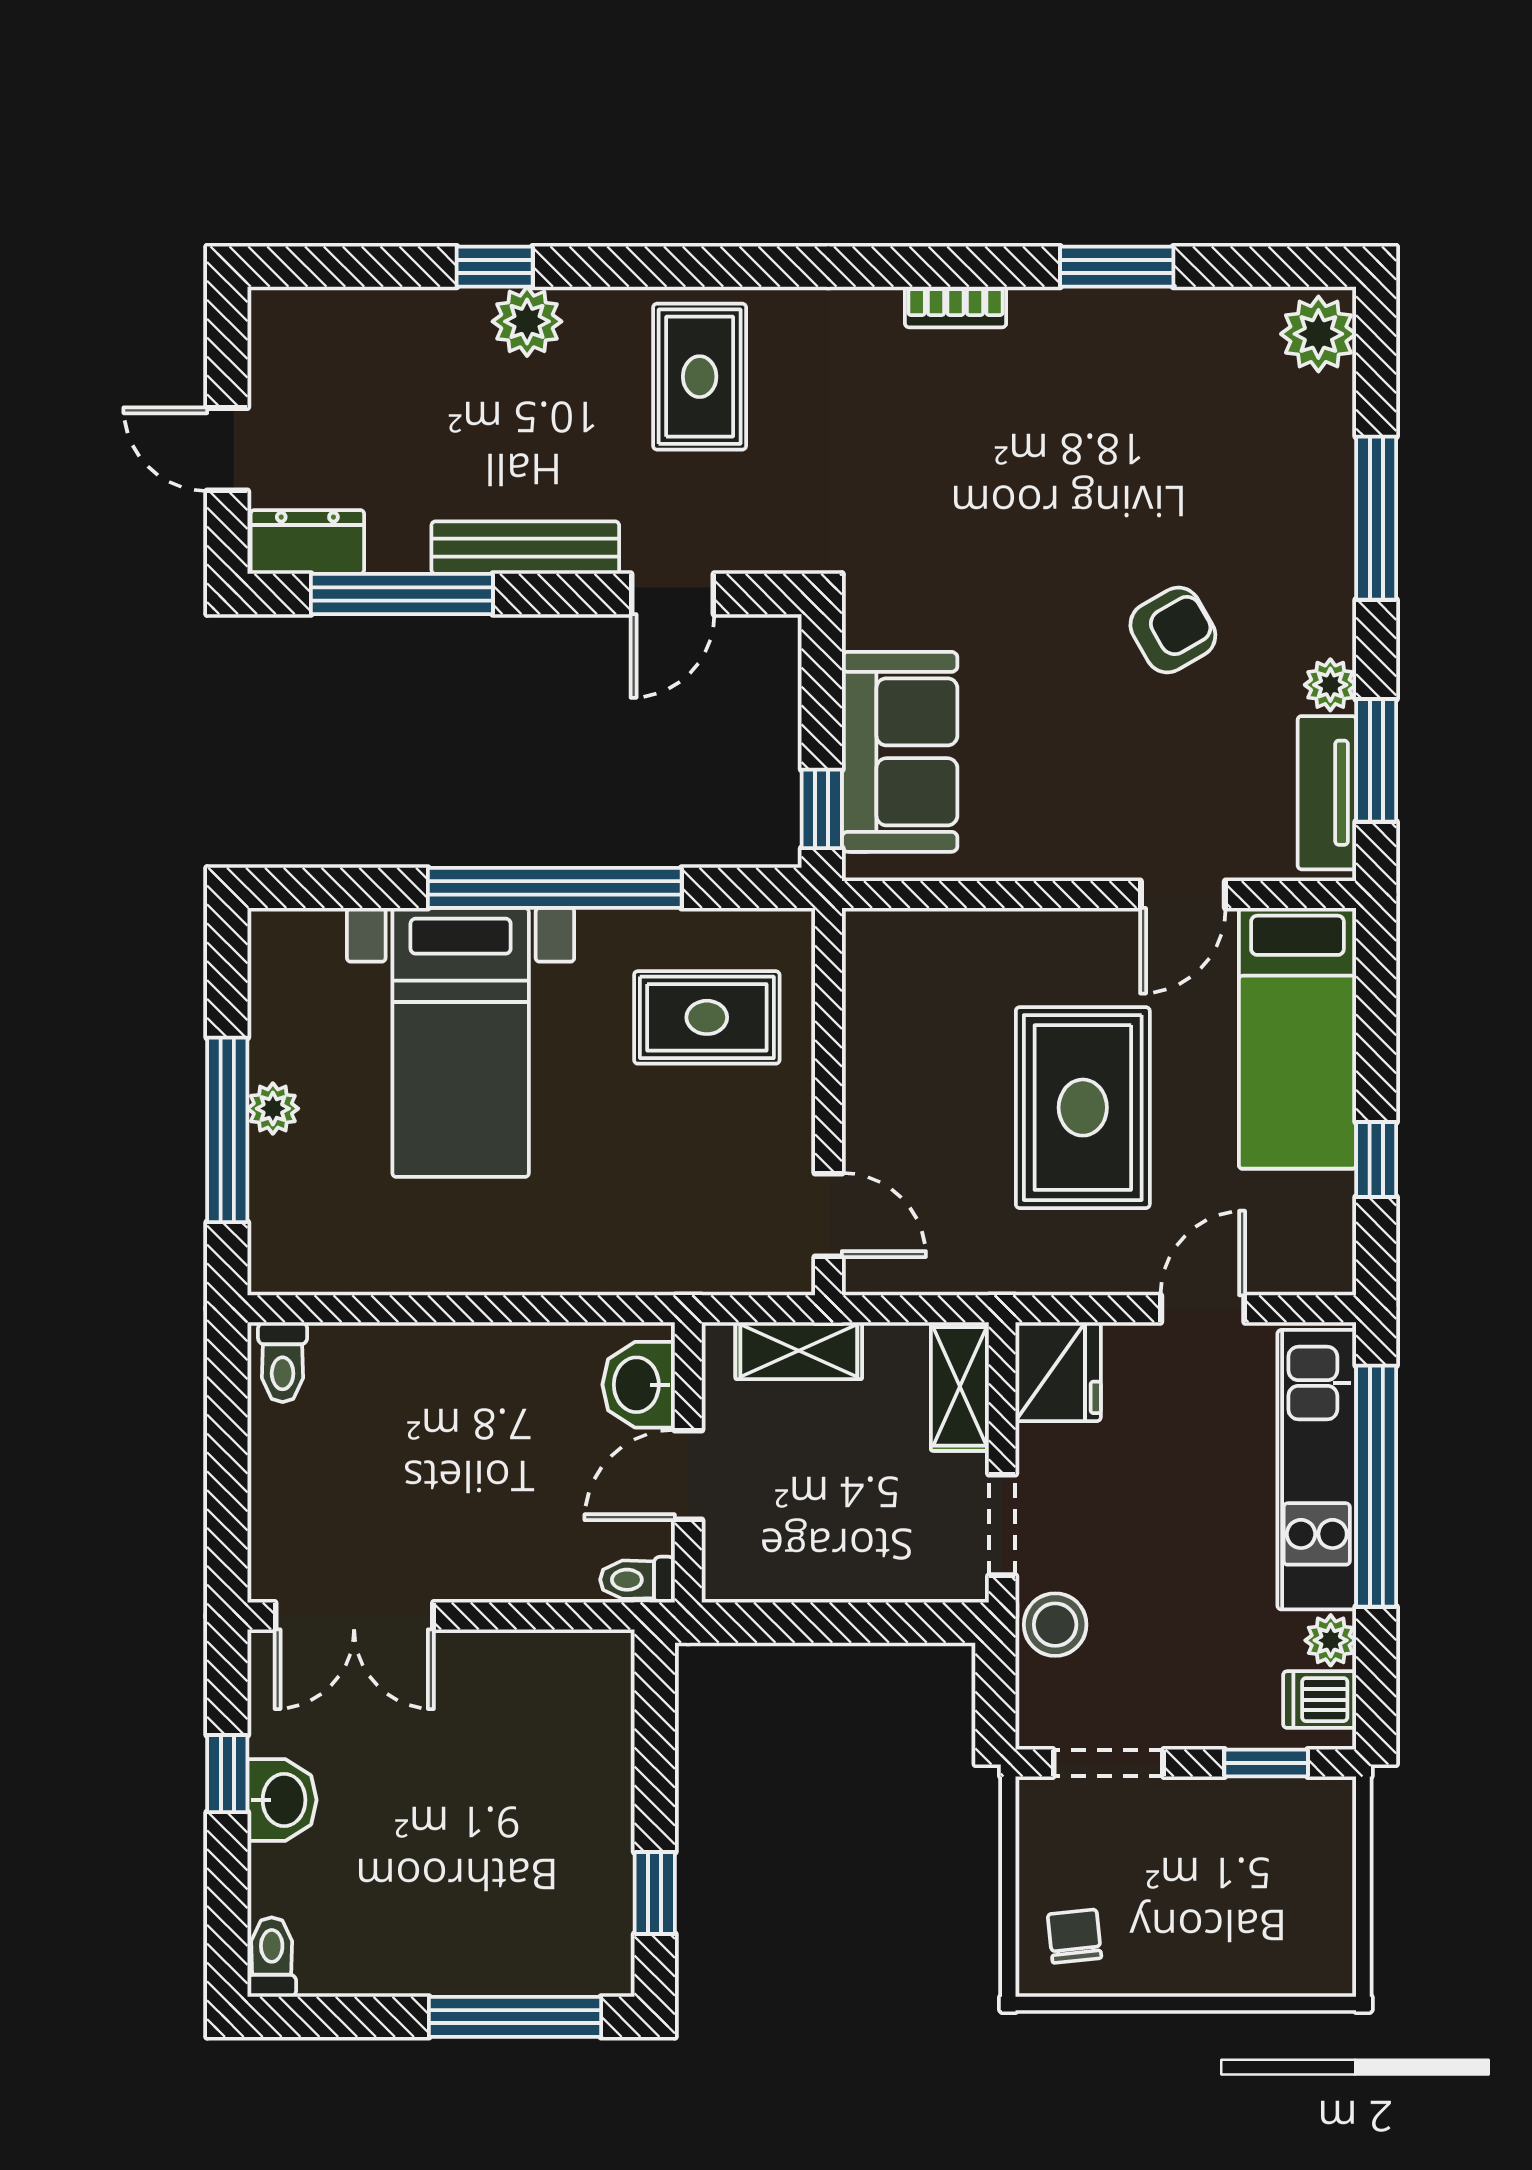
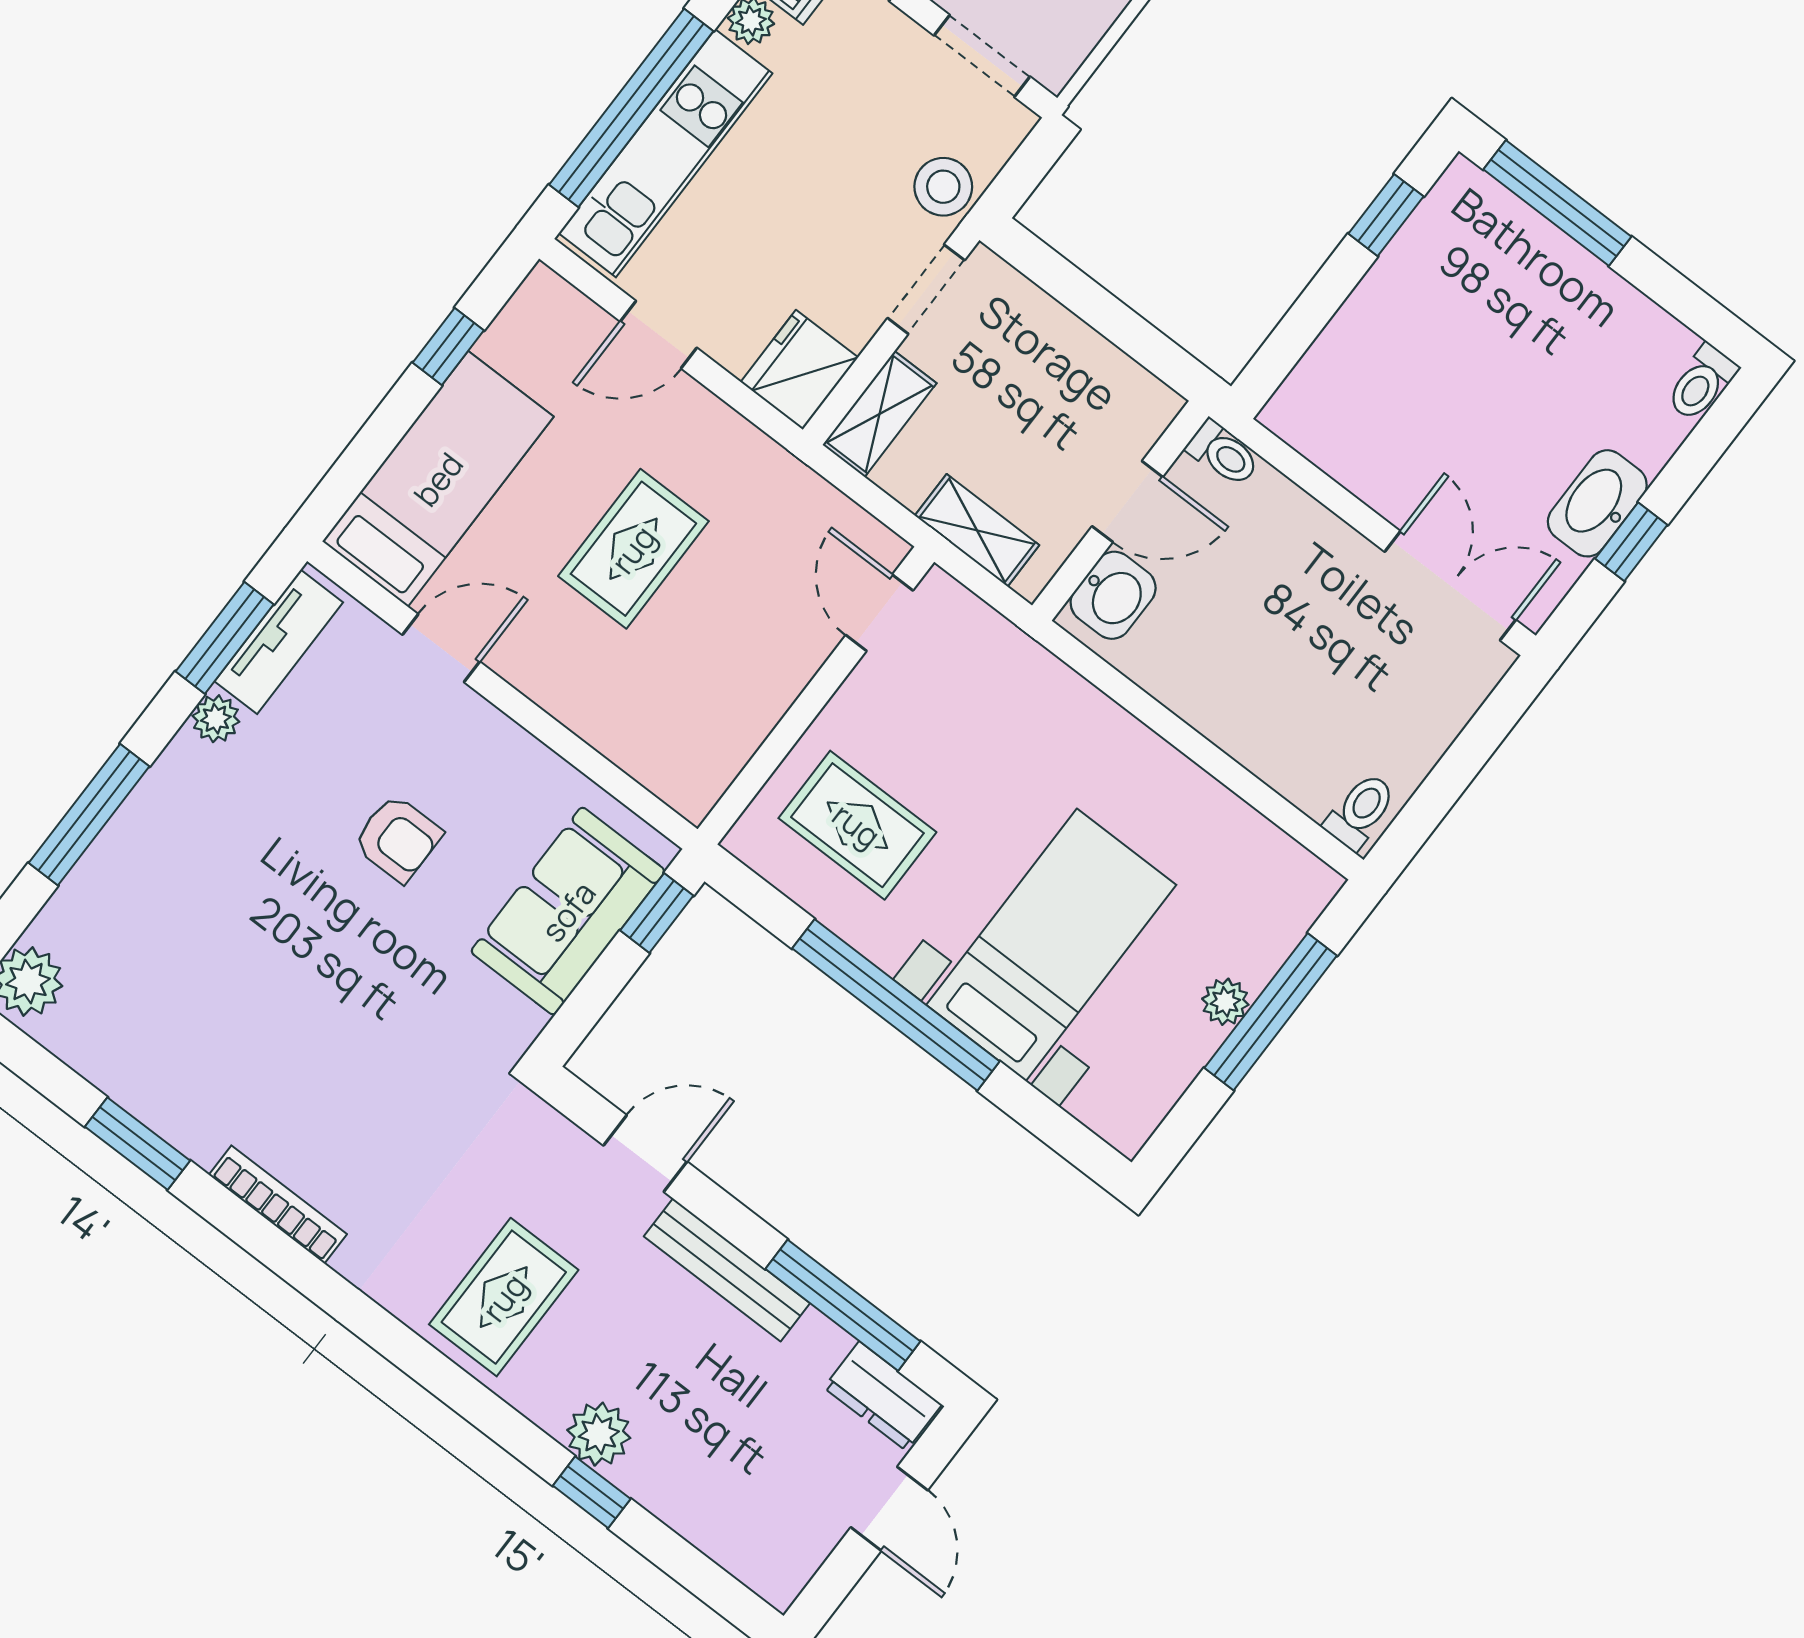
bookcase: (956, 307) -> (278, 1205), width x1.56
armchair: (1173, 630) -> (398, 838), moved, turned -150
rug: (1083, 1108) -> (633, 549), width x0.73, depth x0.70
washbasin: (282, 1800) -> (1597, 503), width x1.38

